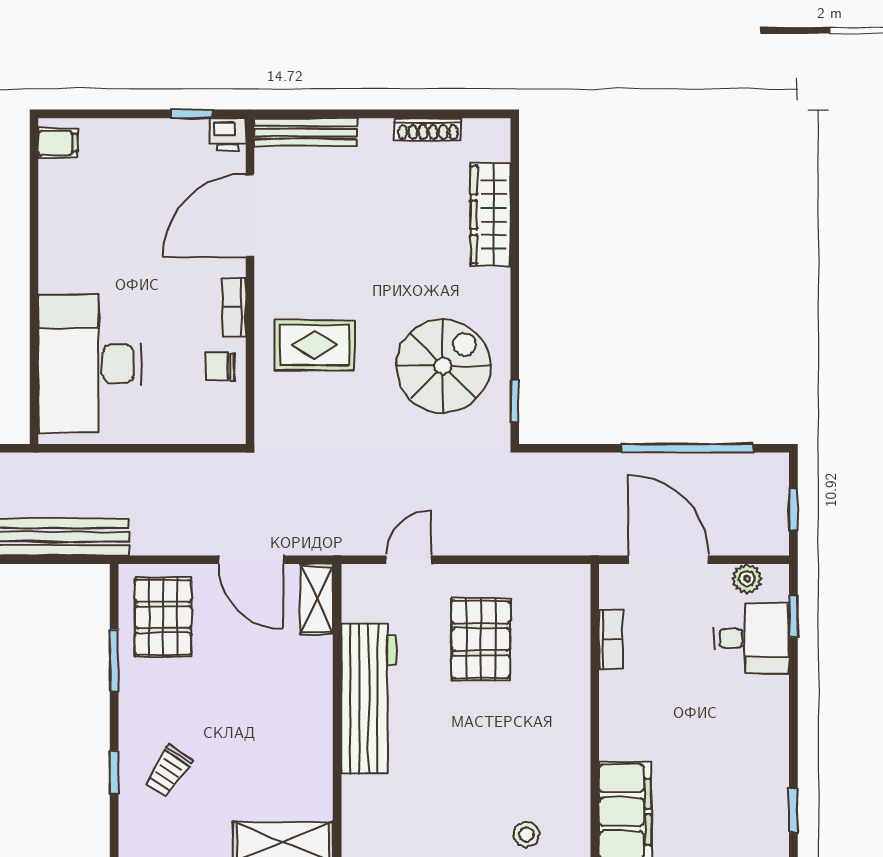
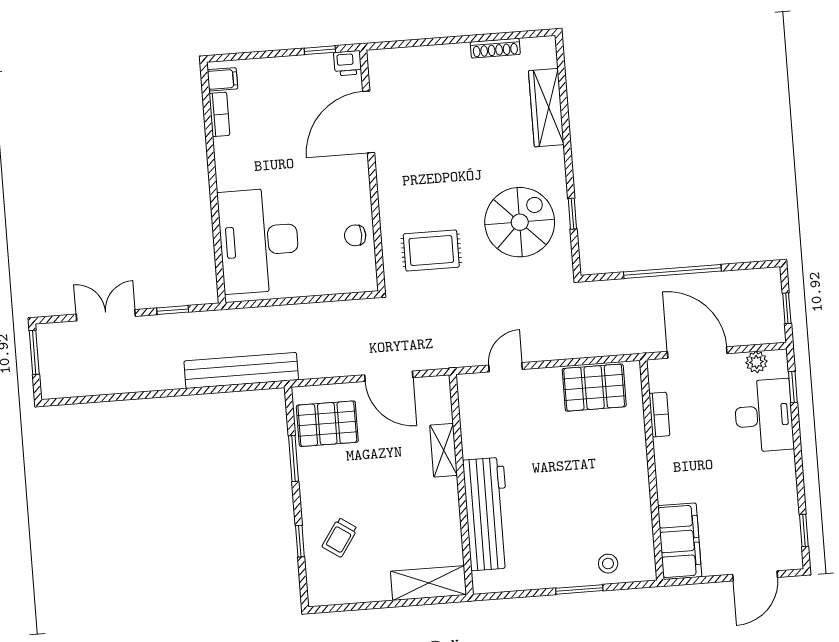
bench: (305, 132) -> (405, 57), removed
bookcase: (234, 307) -> (219, 114), moved, turned 180
rug: (315, 345) -> (431, 251), moved
window: (515, 401) -> (572, 214), moved
window: (687, 448) -> (672, 272), moved
shelving: (317, 599) -> (444, 450), moved
pallet: (163, 617) -> (327, 424), turned 90
desk: (751, 638) -> (764, 416), width x1.37
pallet: (481, 639) -> (594, 388), moved, turned 90
workbench: (369, 699) -> (487, 514), moved

